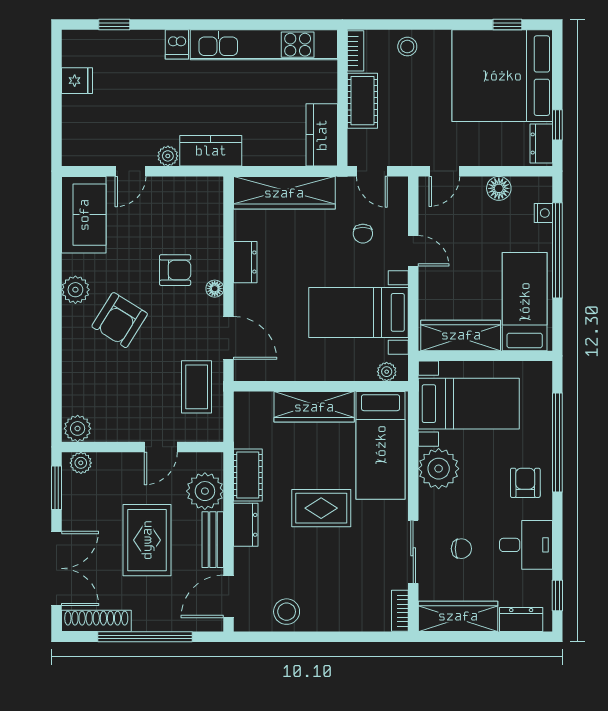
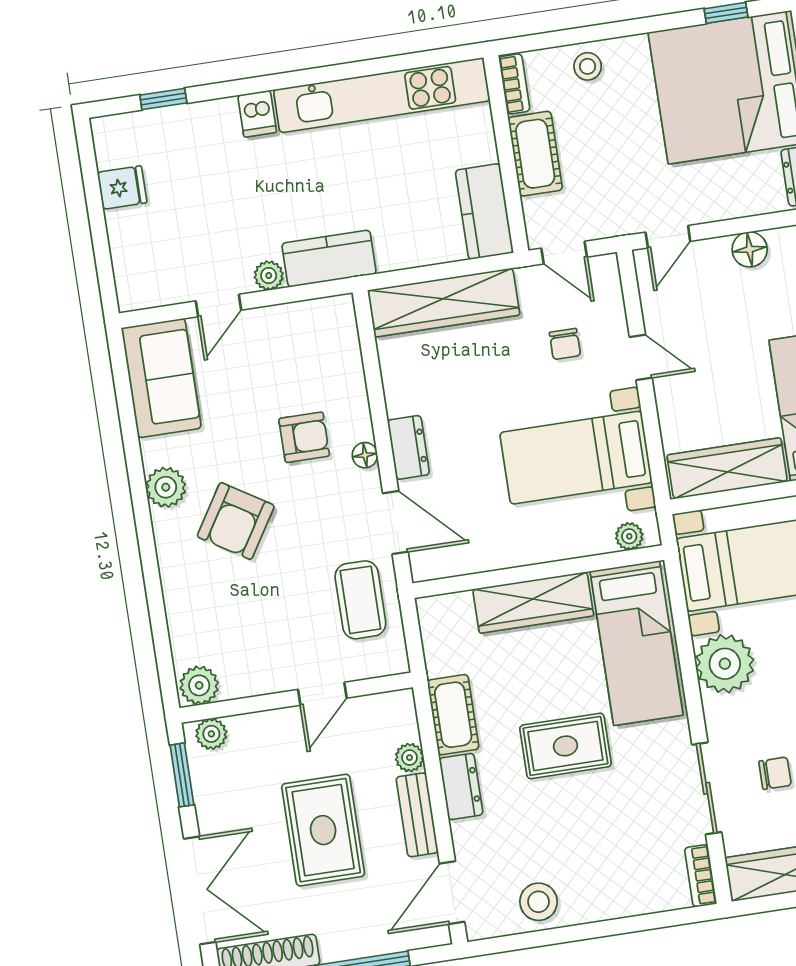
dresser: (245, 262) -> (408, 447), moved
plant: (205, 491) -> (410, 758), width x0.53, depth x0.53

